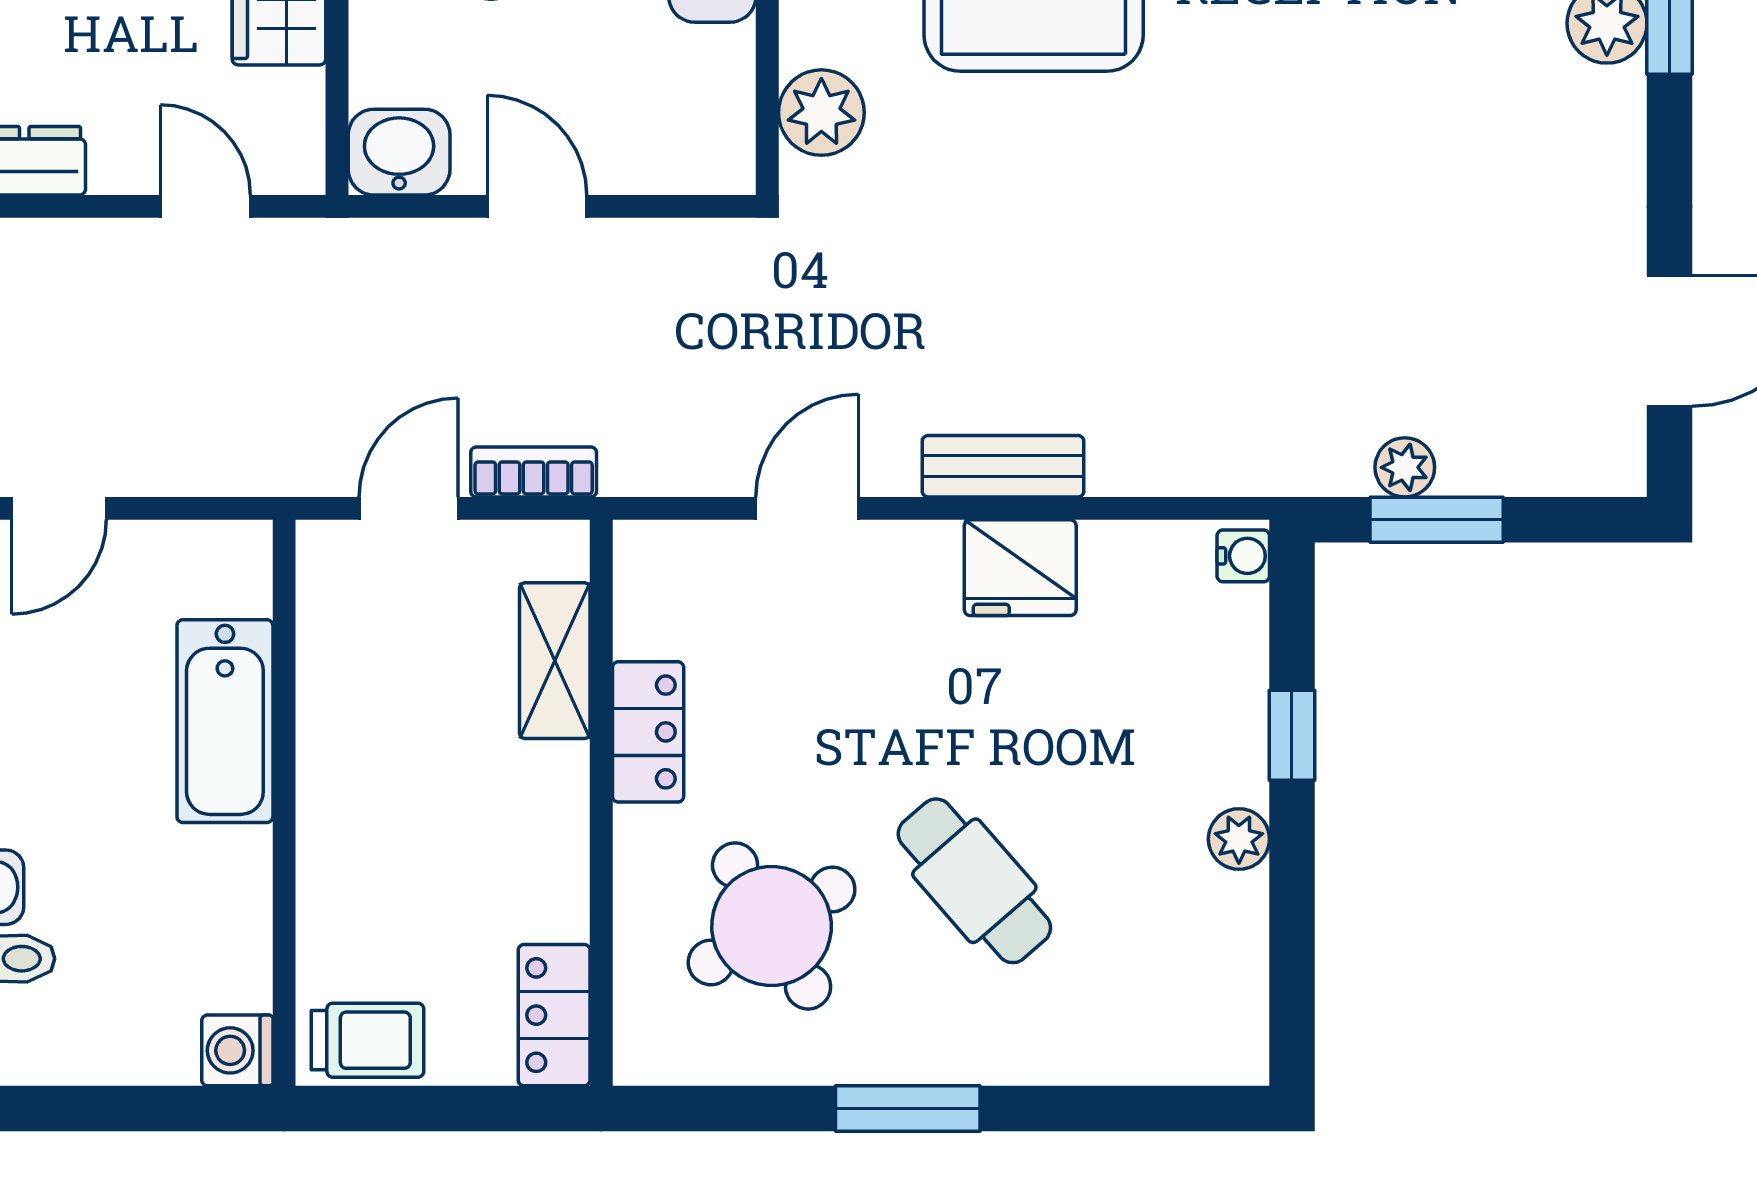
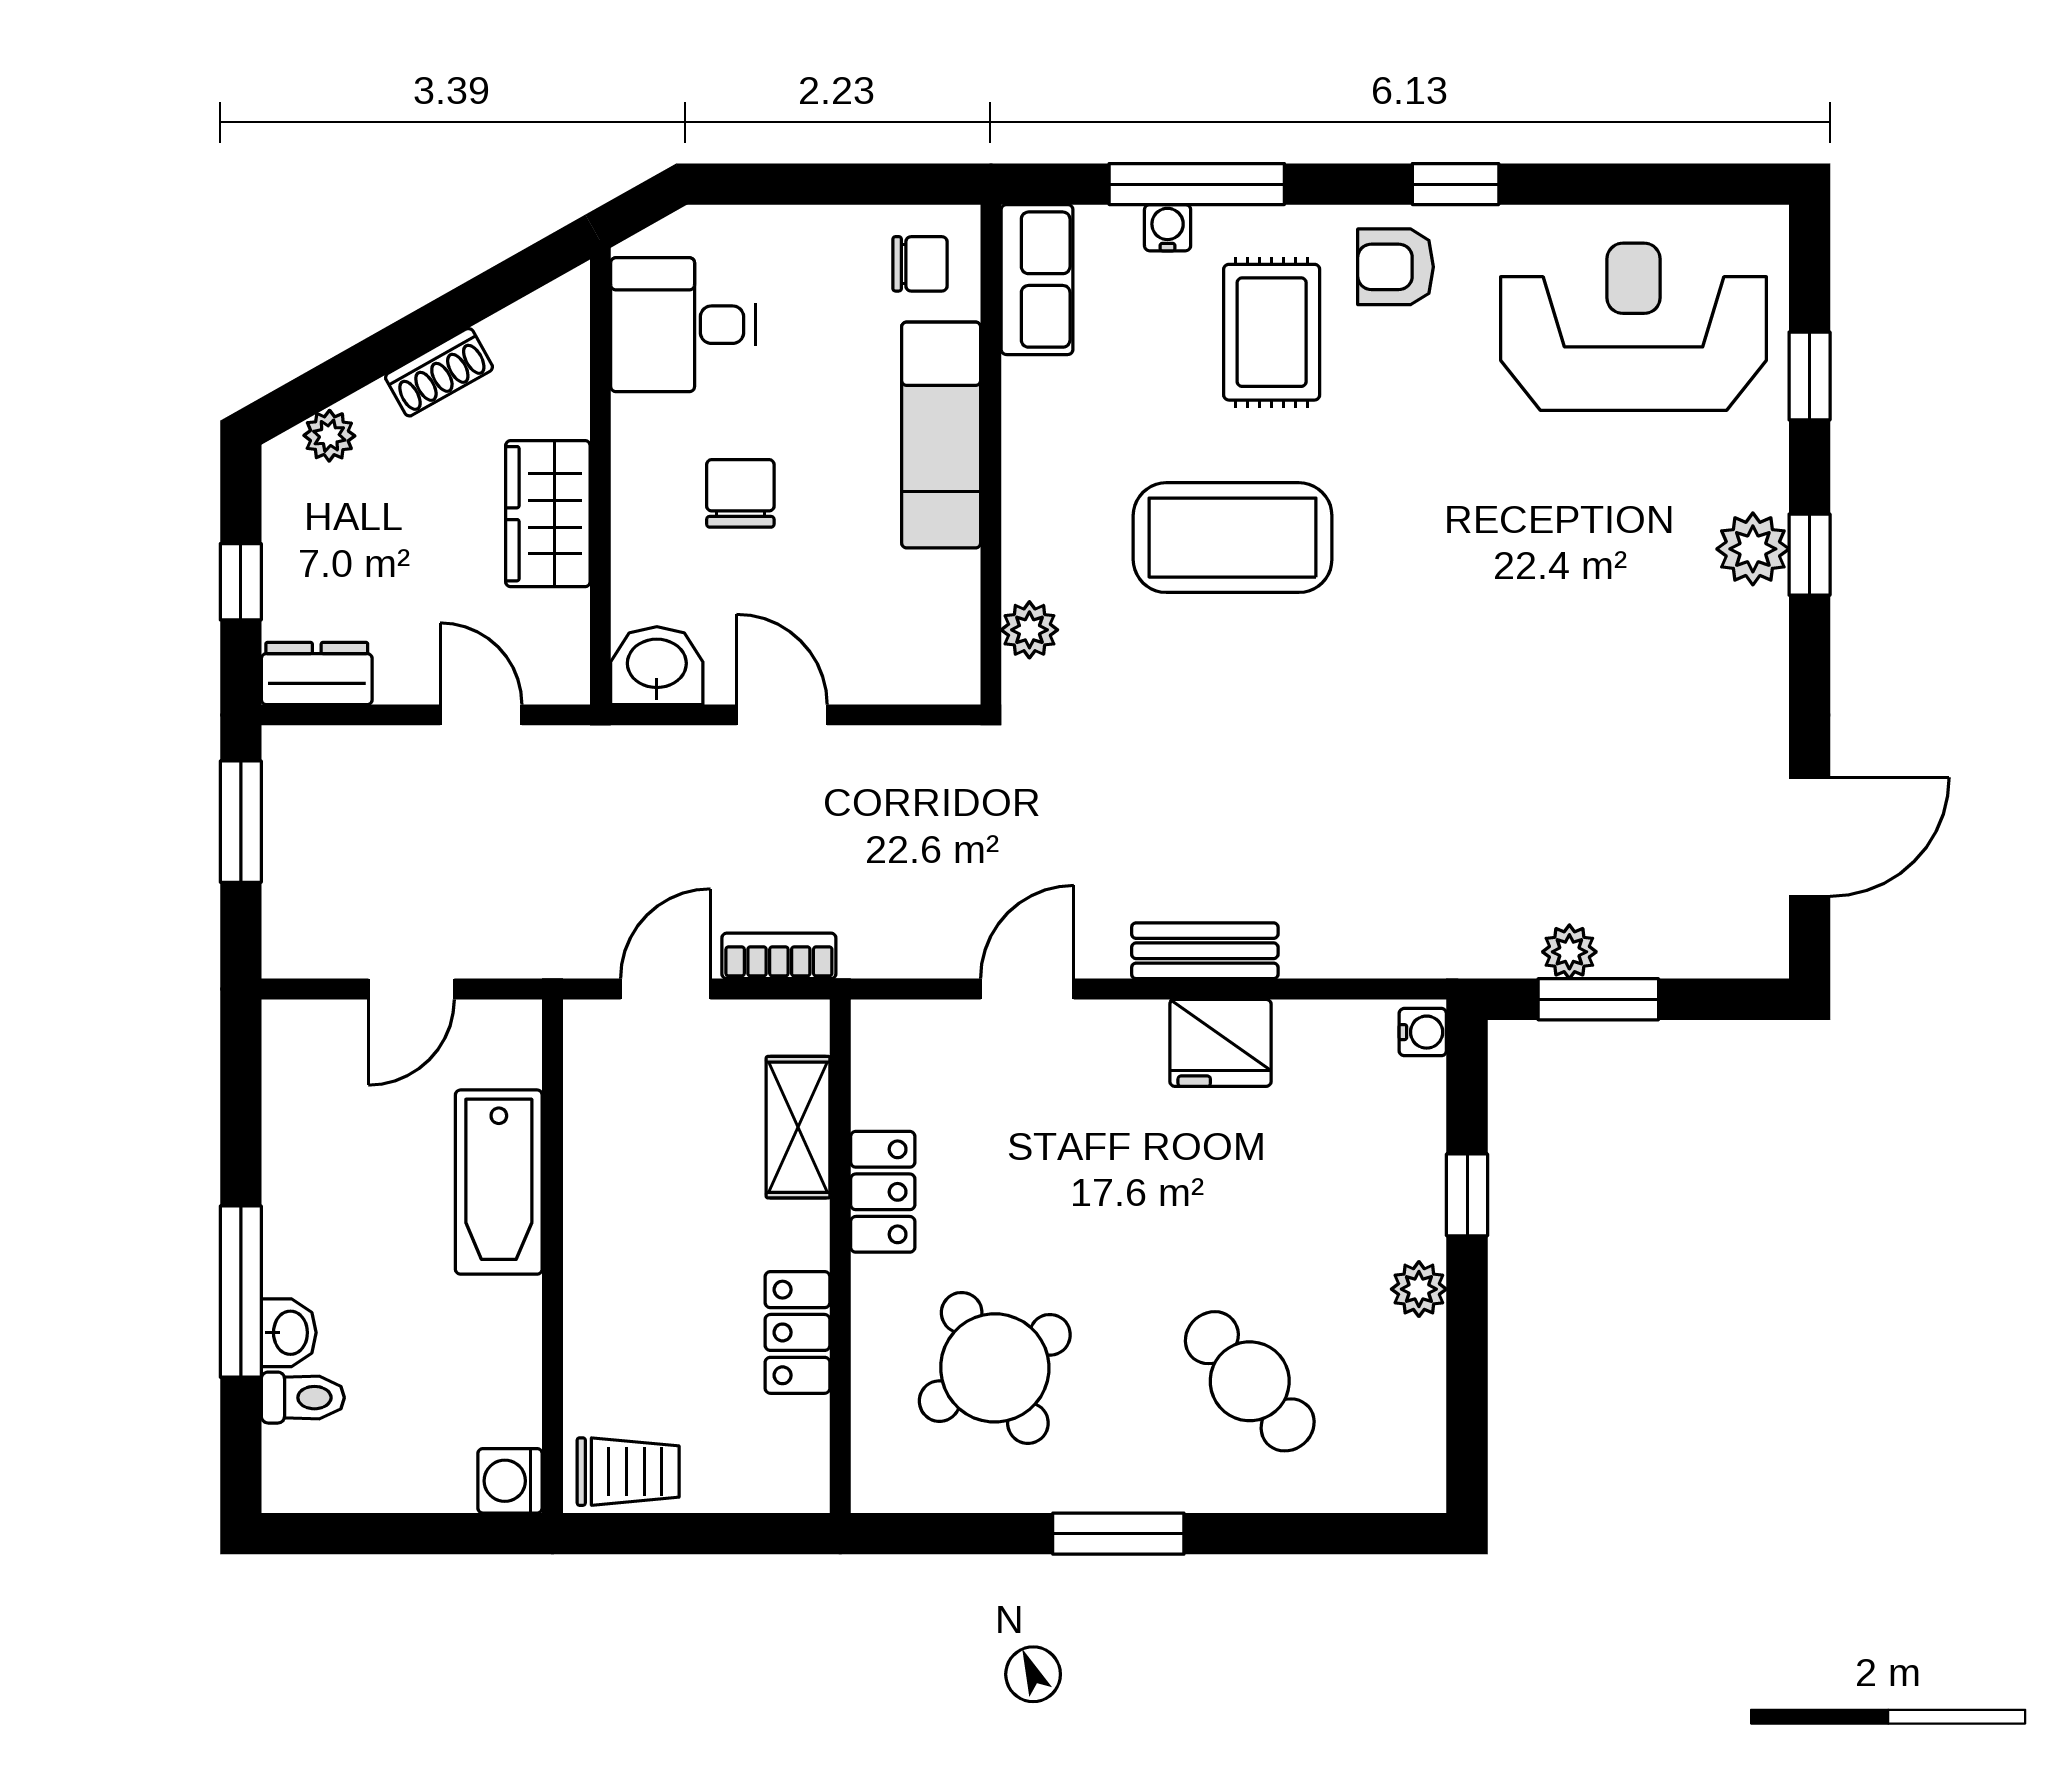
plant: (821, 113) -> (1029, 630), width x0.73, depth x0.73
door: (59, 508) -> (411, 989), moved
cafe table: (974, 881) -> (1250, 1381), moved
locker: (554, 1015) -> (797, 1332), moved

